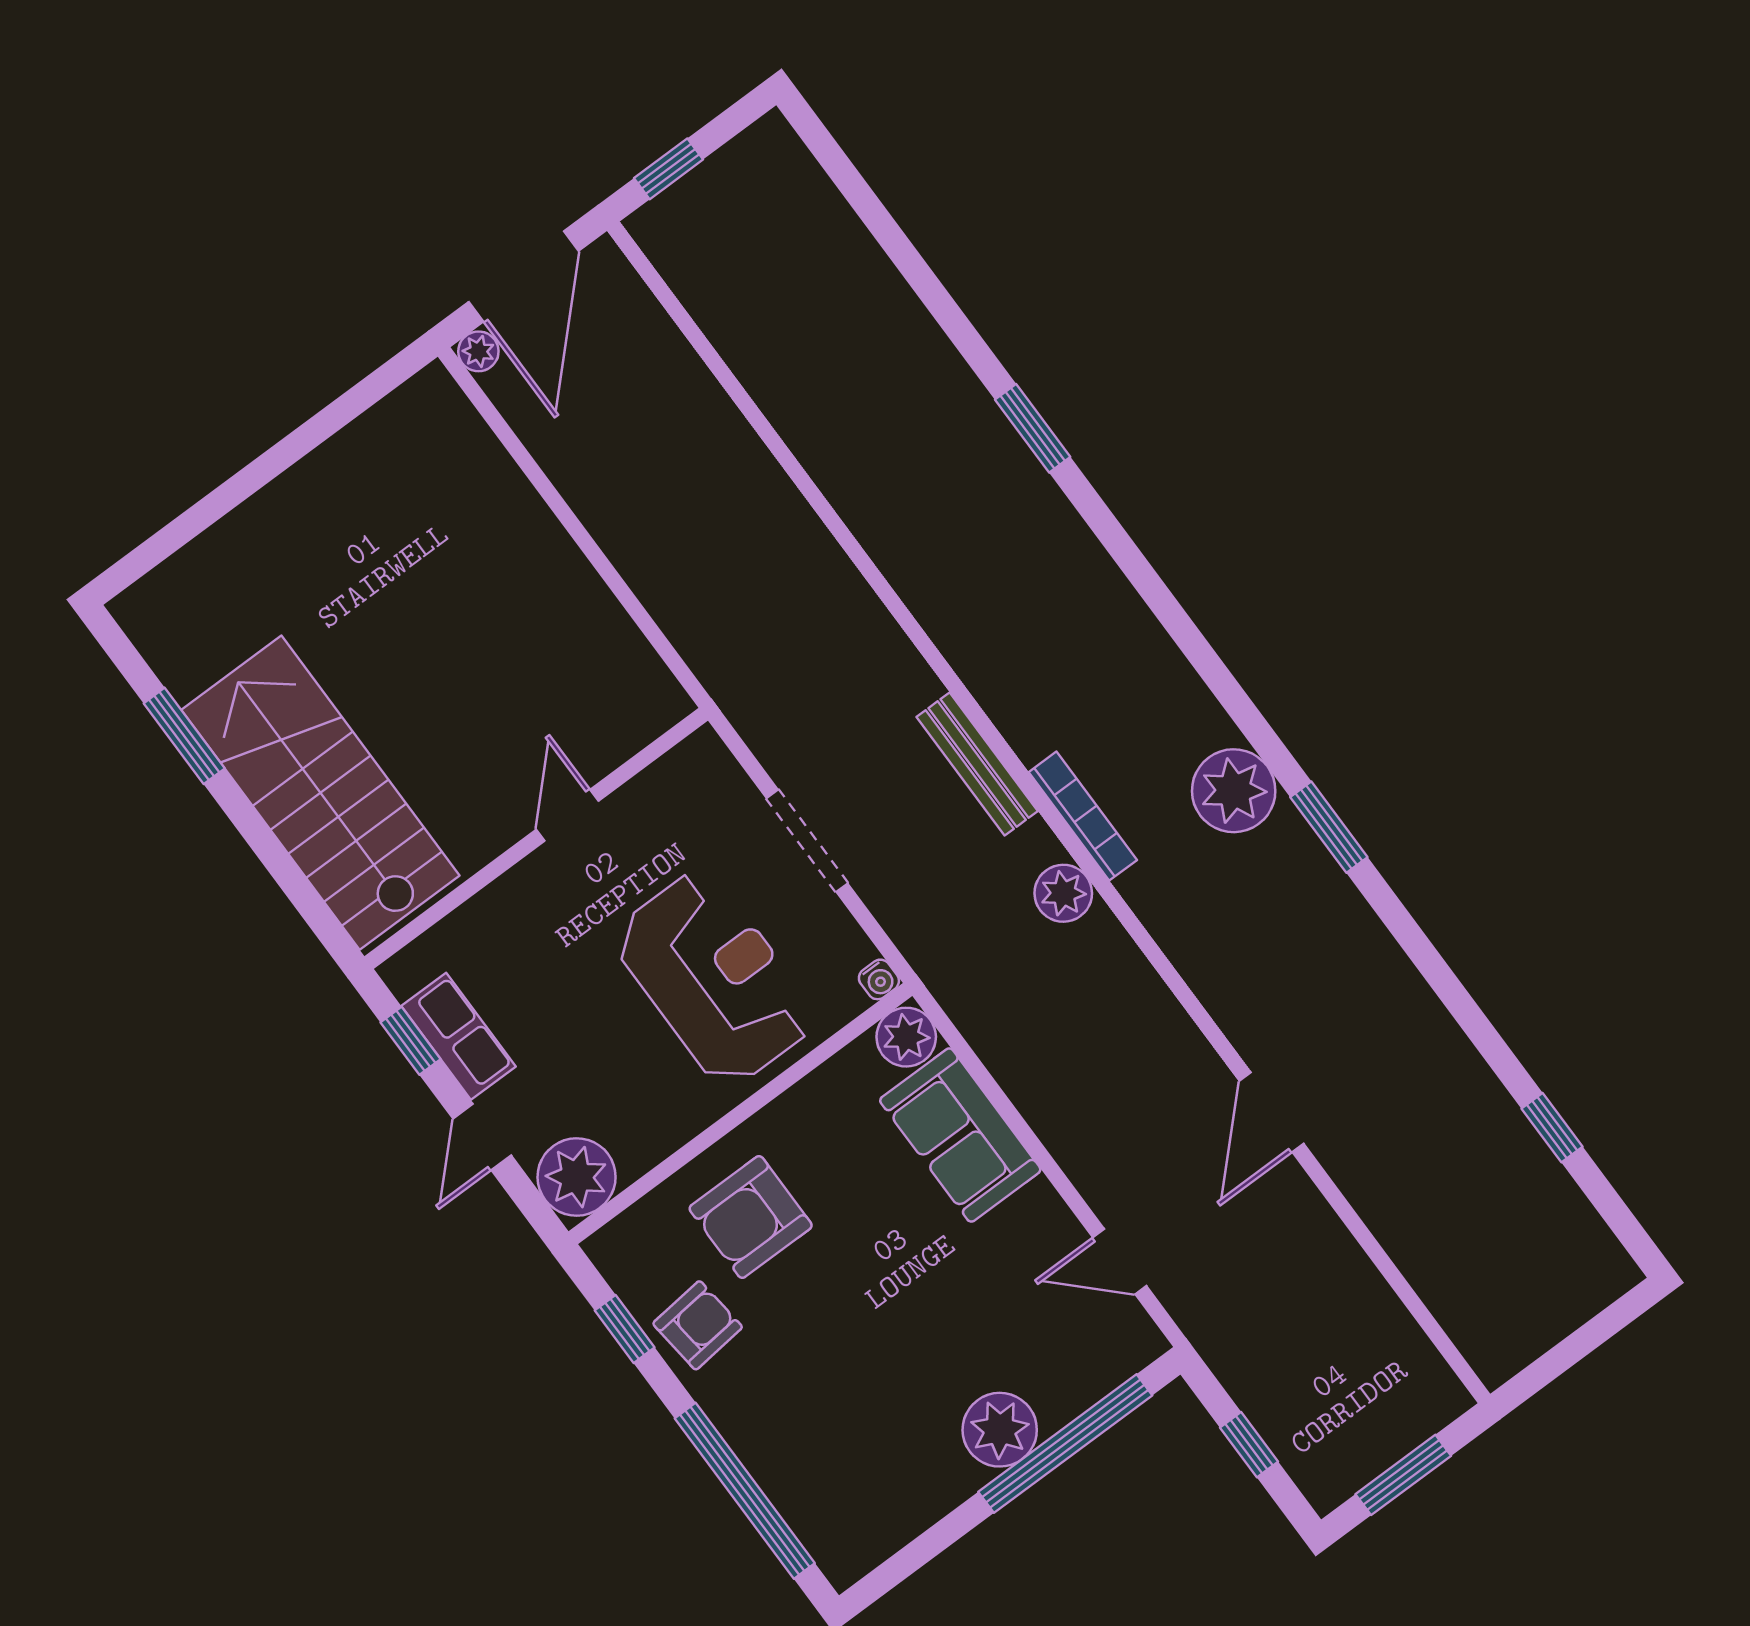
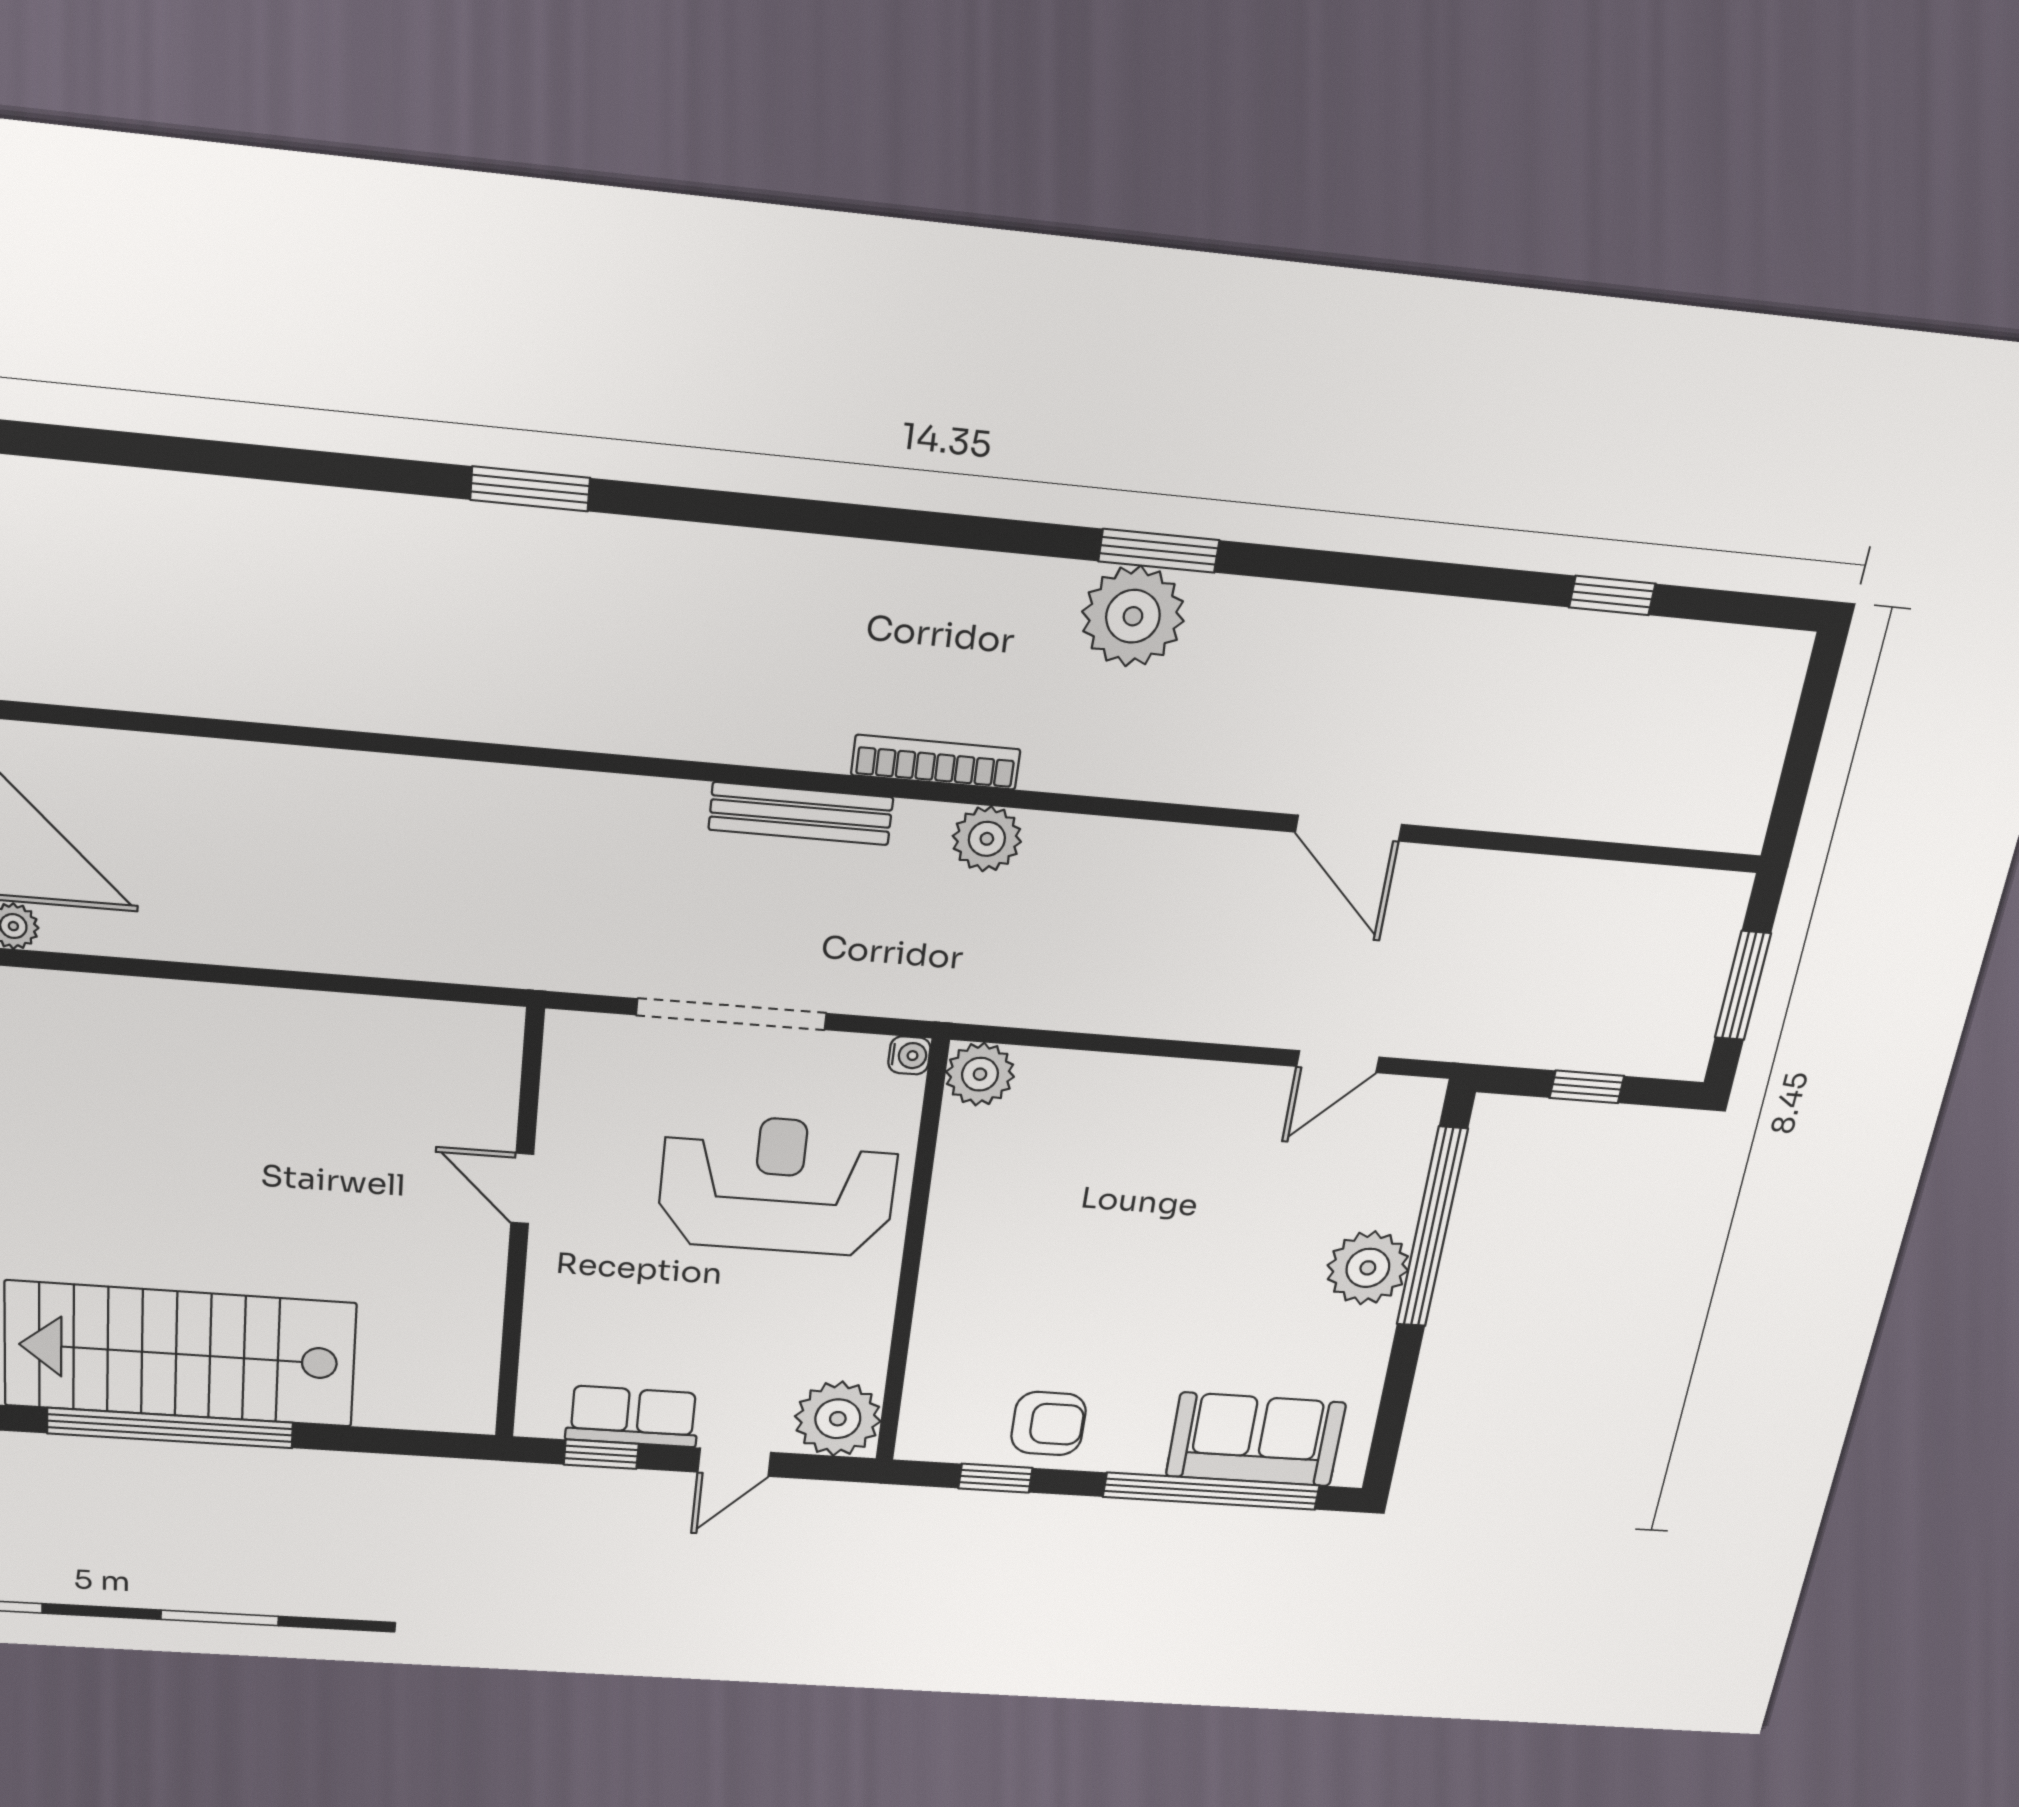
window: (184, 736) -> (170, 1428), width x2.11
plant: (1234, 791) -> (1133, 616), moved
stairs: (320, 793) -> (180, 1354), moved
doorway: (807, 841) -> (731, 1014), width x1.36
sofa: (960, 1135) -> (1256, 1439), moved, turned 180
door: (482, 1137) -> (734, 1462), hinge flipped
armchair: (751, 1217) -> (1004, 1316), removed
armchair: (698, 1325) -> (1048, 1424), turned 96

